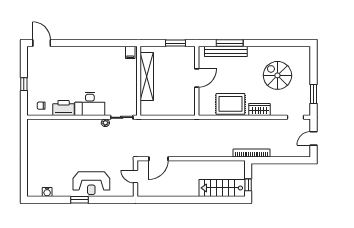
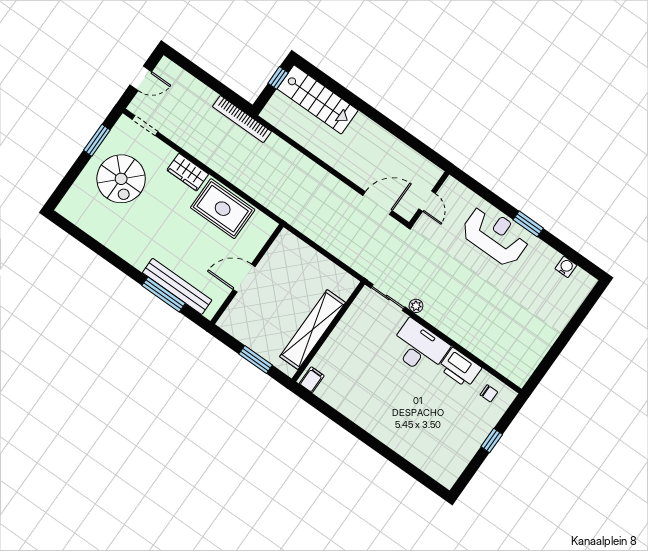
door: (42, 43) -> (426, 480), removed
window: (175, 43) -> (256, 360), moved
spiral stairs: (277, 75) -> (121, 179), moved

